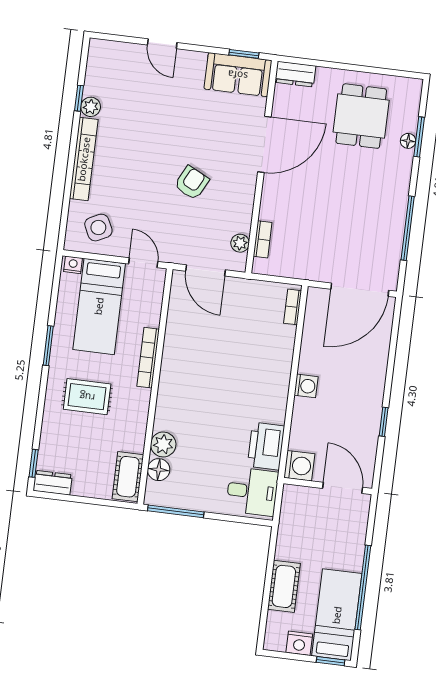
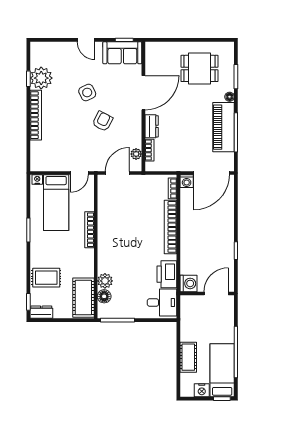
door: (162, 44) -> (86, 40), moved
dresser: (295, 74) -> (152, 126), moved, turned -90
plant: (91, 107) -> (41, 78), width x1.88, depth x1.88
dining table: (361, 116) -> (199, 68), turned 90
floor lamp: (408, 141) -> (230, 97), moved
piano: (388, 217) -> (223, 127), added
side table: (98, 228) -> (87, 93), moved
door: (143, 263) -> (79, 173), swing flipped
door: (205, 270) -> (117, 173), swing flipped
bookcase: (282, 370) -> (171, 227), added
washing machine: (306, 386) -> (187, 181), moved, turned 90
rug: (87, 397) -> (46, 278), moved
cot: (128, 477) -> (83, 298), width x1.37, depth x1.34
door: (343, 488) -> (216, 294), hinge flipped

